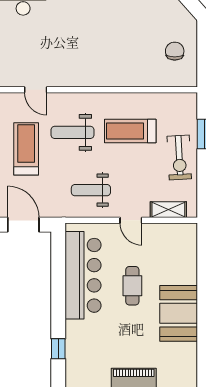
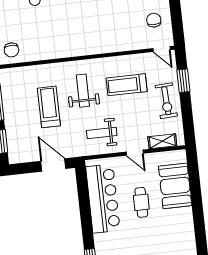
door: (36, 90) -> (162, 49), moved
weight bench: (73, 132) -> (83, 91), turned 90
booth: (179, 313) -> (175, 186), moved

